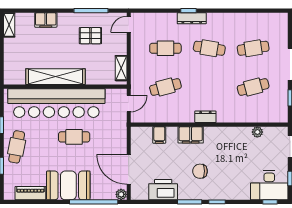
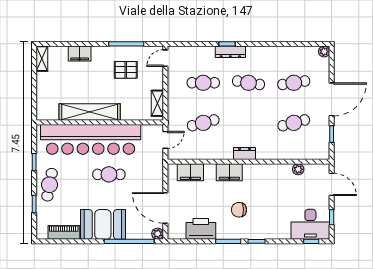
plant: (282, 18) -> (324, 52), added
filing cabinet: (159, 135) -> (190, 172), width x2.00

